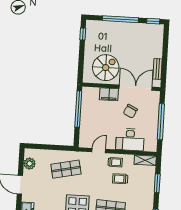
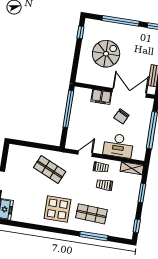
spiral stairs: (106, 68) -> (106, 54), moved
plant: (30, 164) -> (13, 160), removed
shop shelf: (66, 169) -> (50, 169), turned 36

